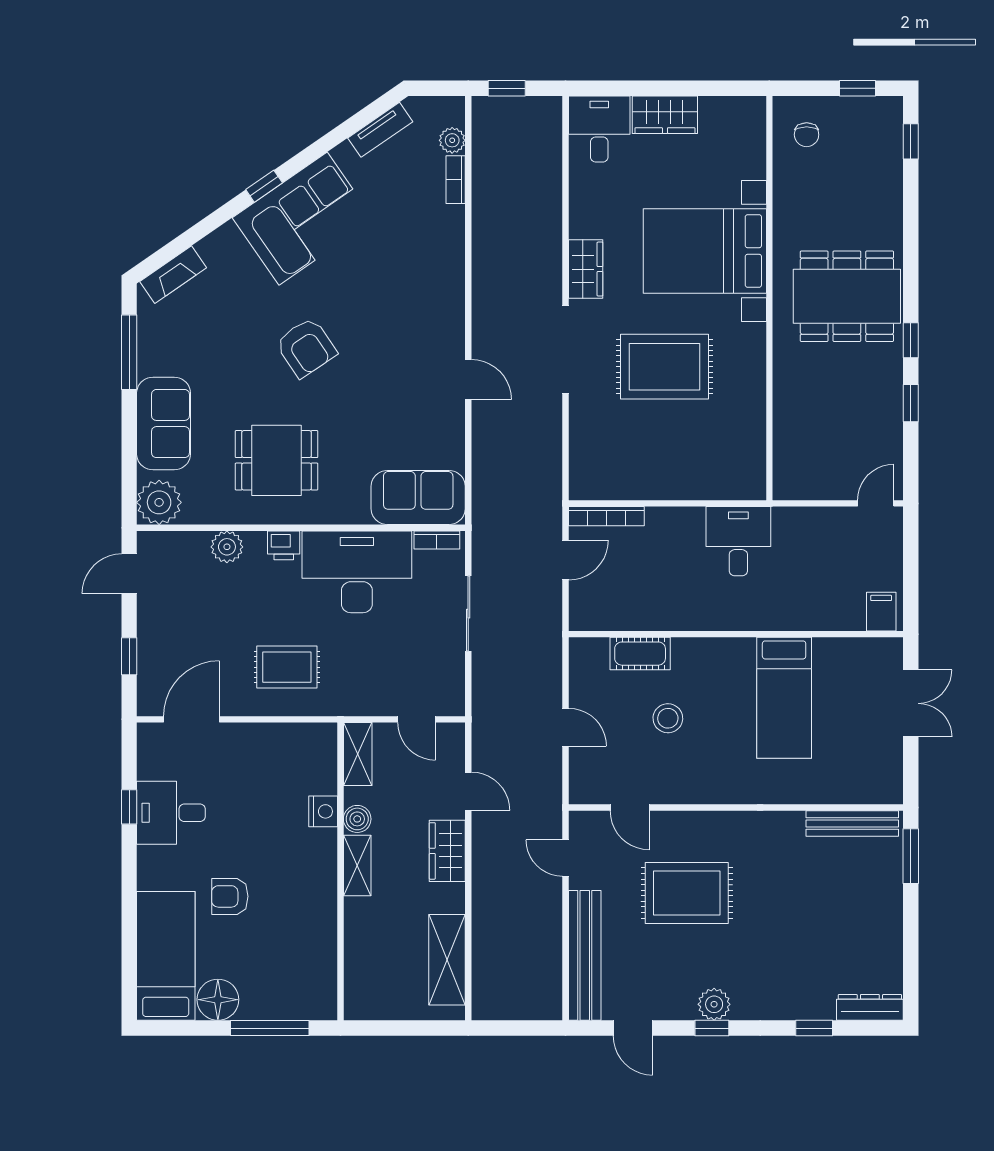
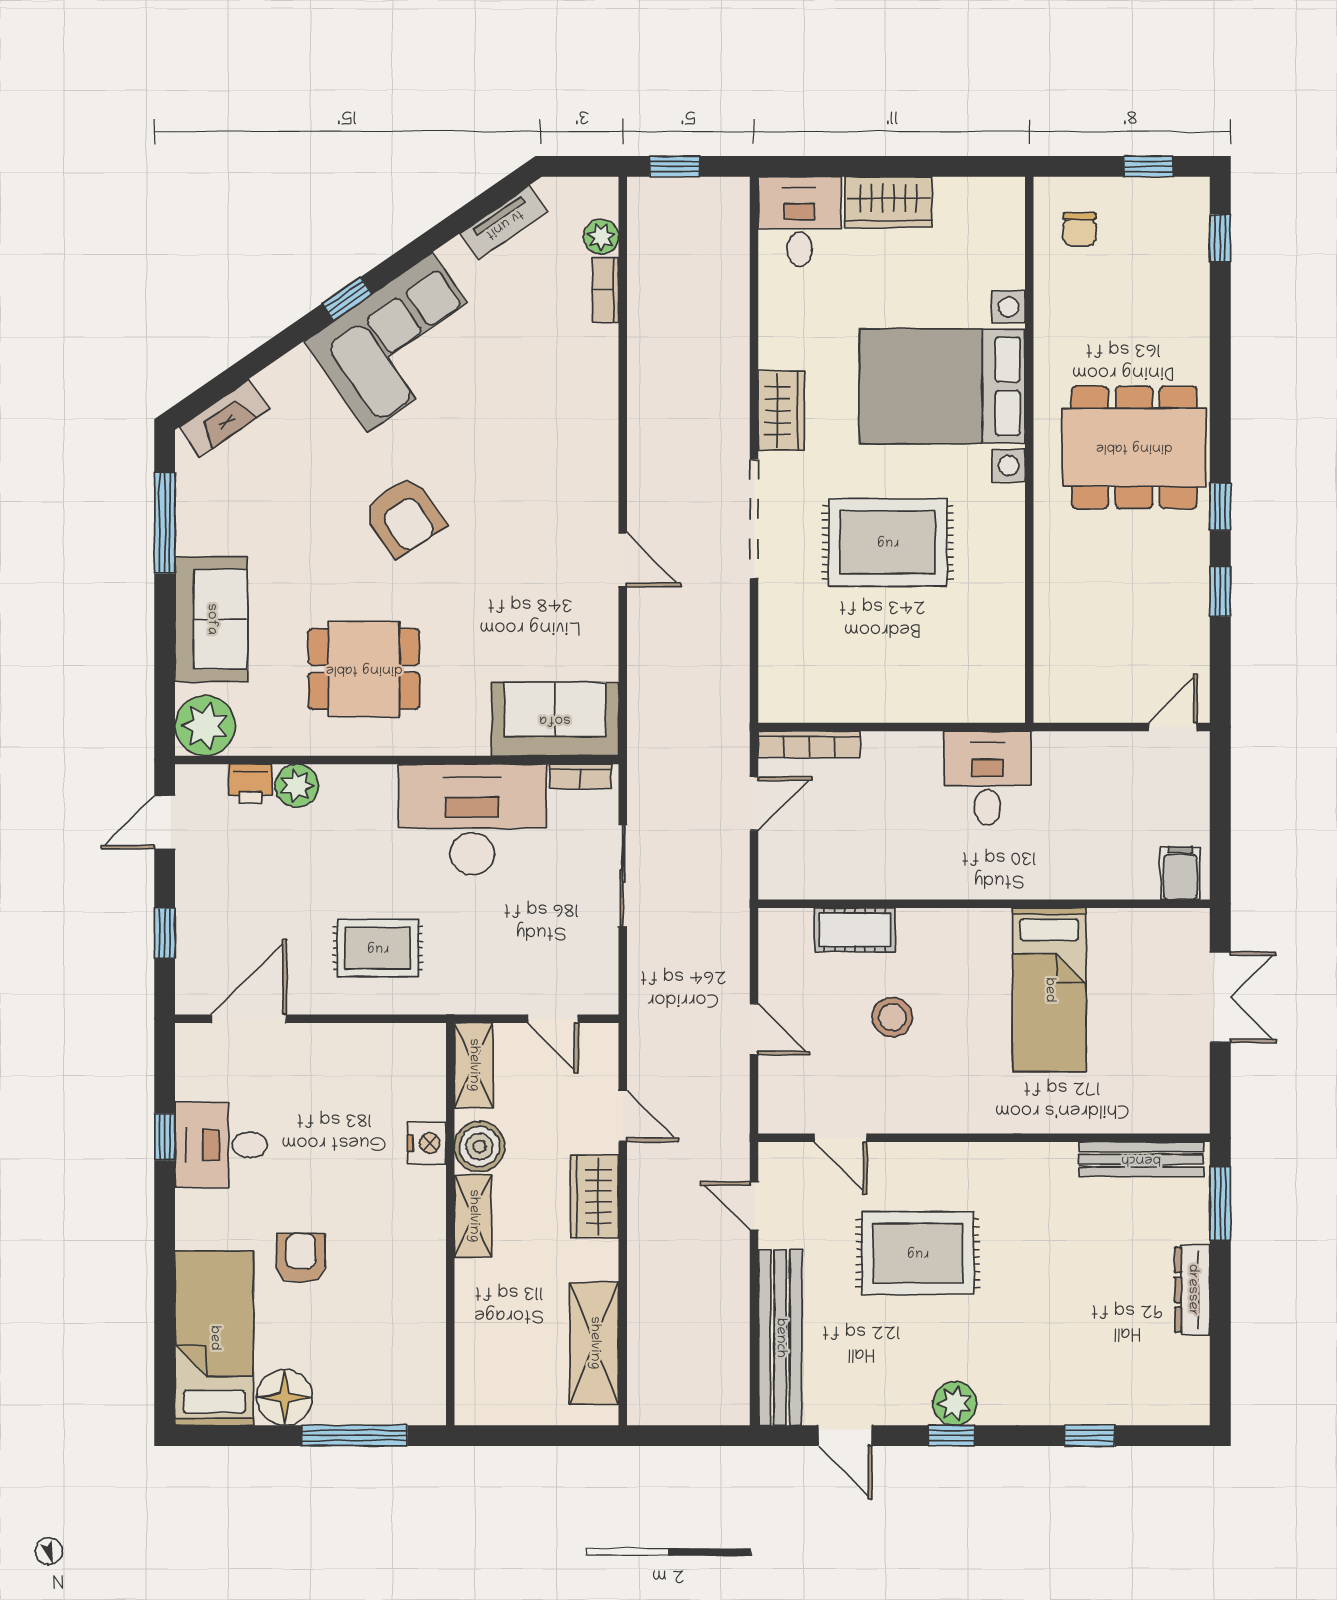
printer: (284, 545) -> (250, 784), moved
boiler: (357, 819) -> (479, 1146), width x1.36, depth x1.36
armchair: (230, 896) -> (301, 1258), turned 90
dresser: (870, 1007) -> (1192, 1290), moved, turned -90

